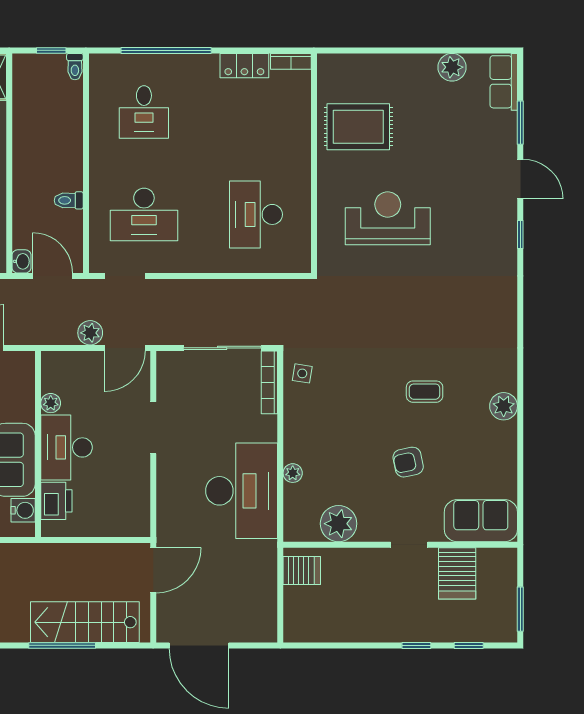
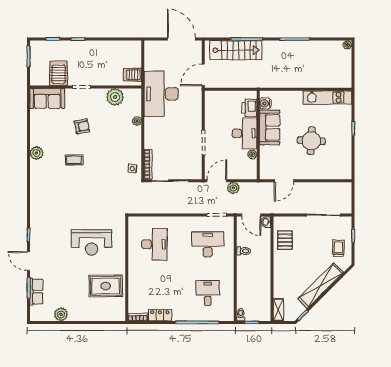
row of seats: (504, 82) -> (36, 292), moved
desk: (242, 491) -> (161, 94), moved

